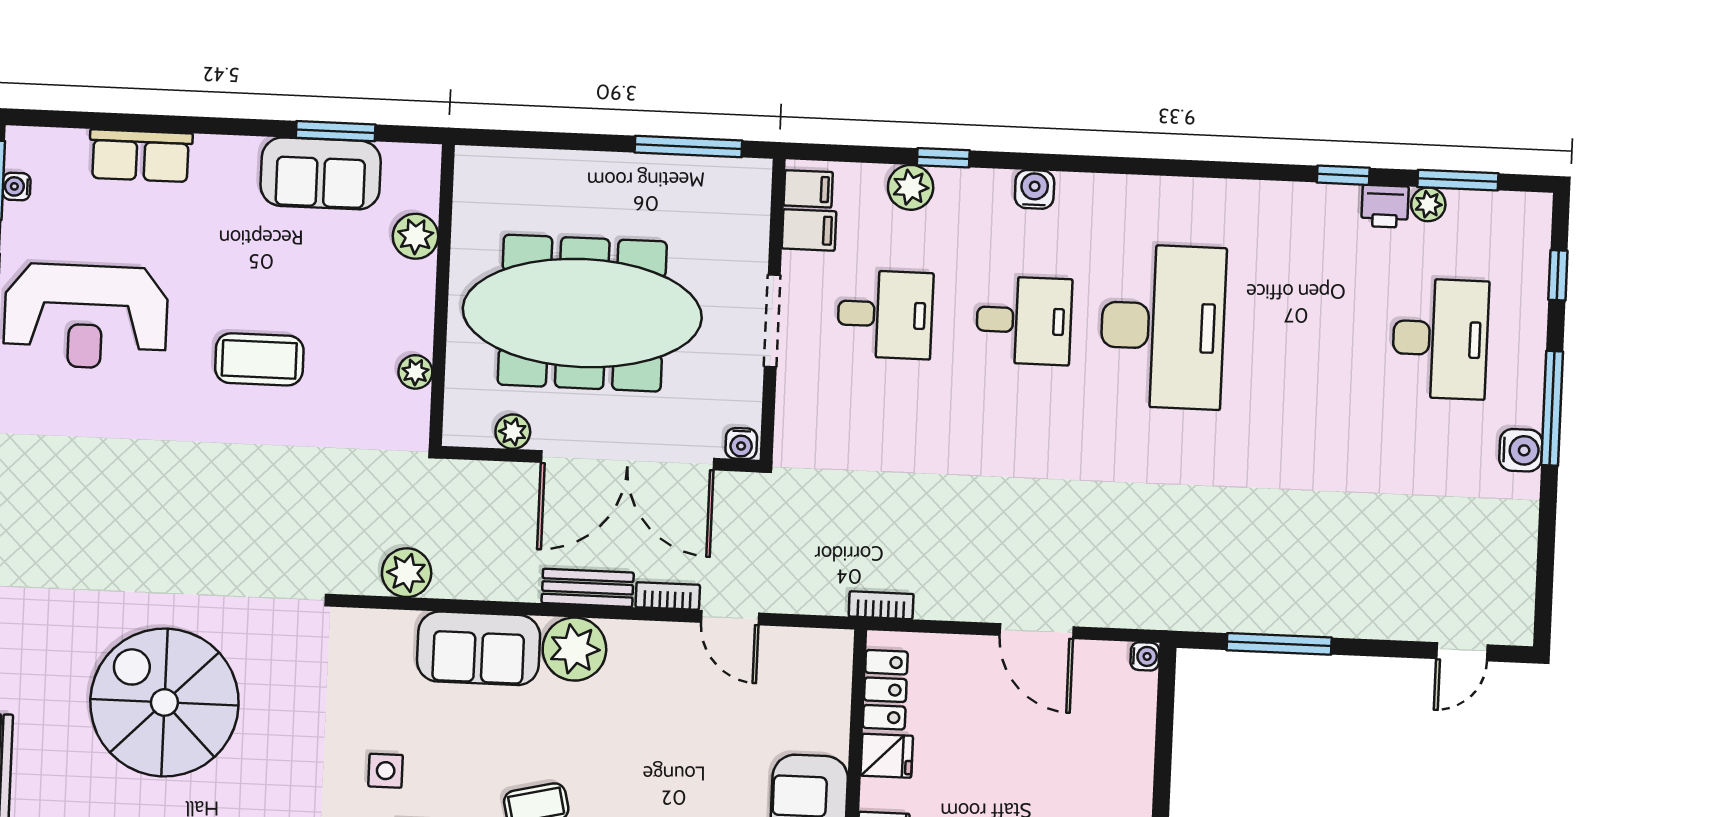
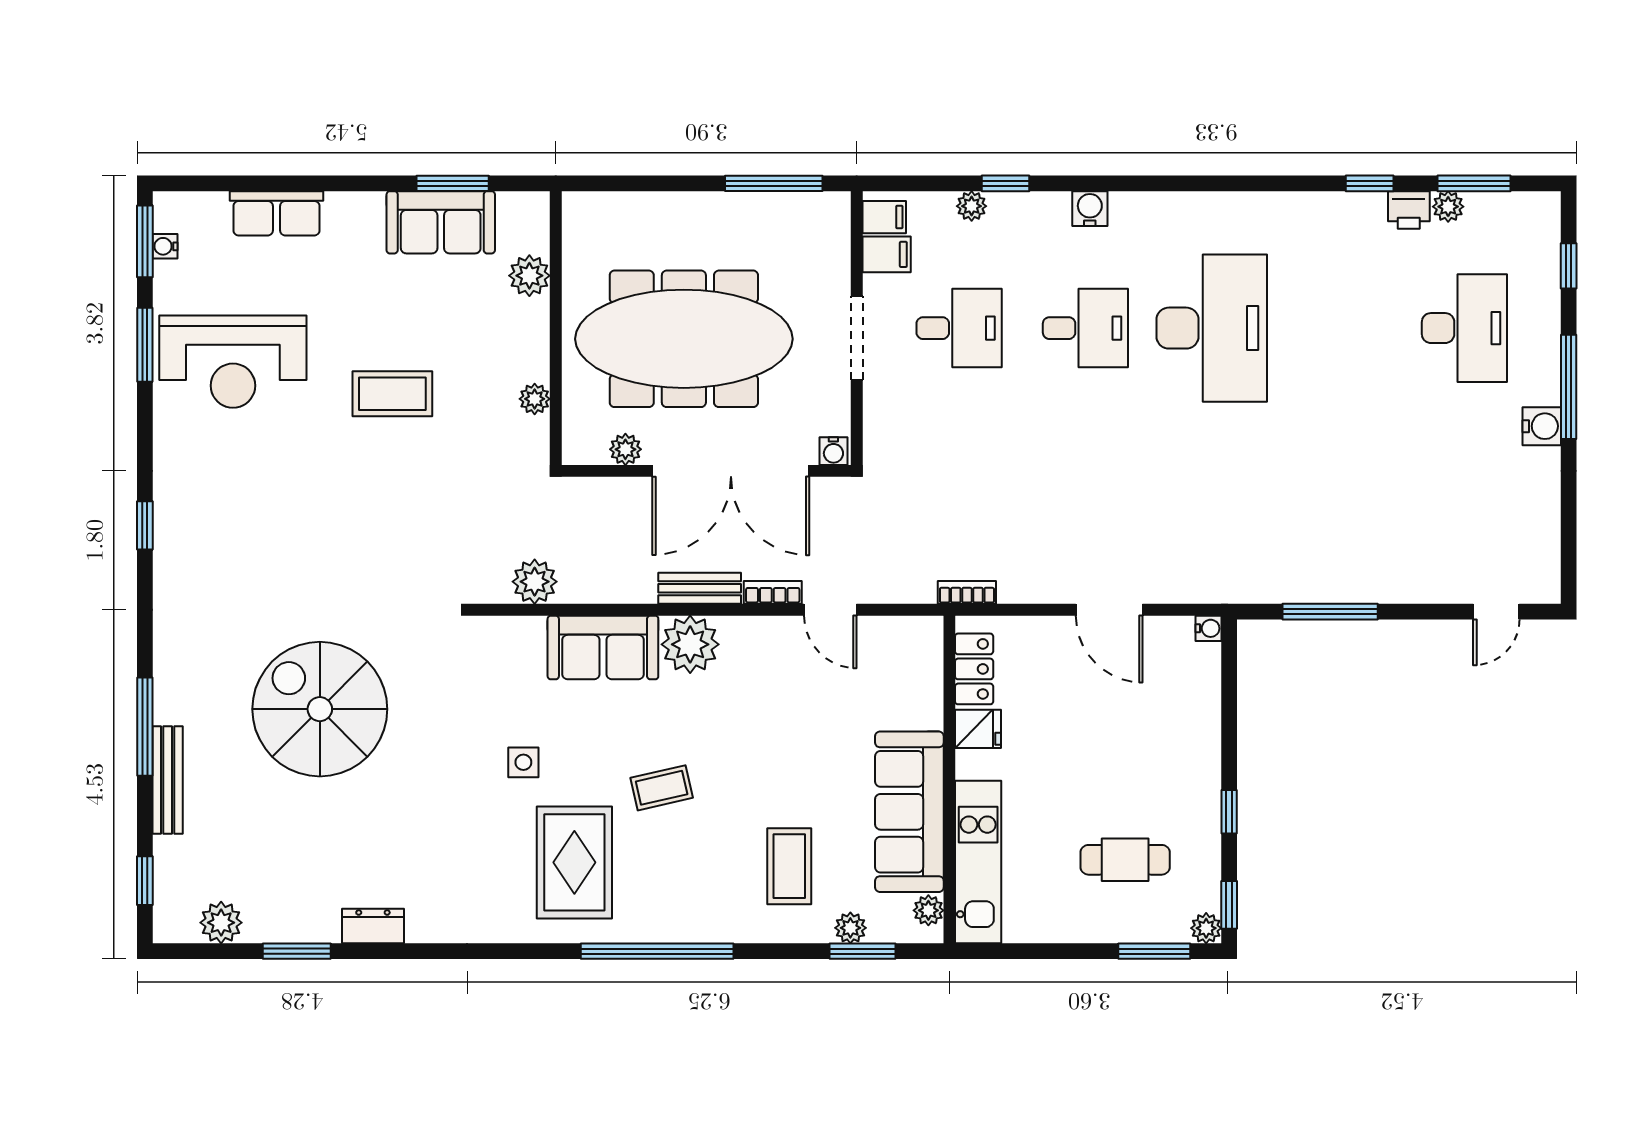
plant: (911, 187) -> (972, 206), width x0.73, depth x0.73

